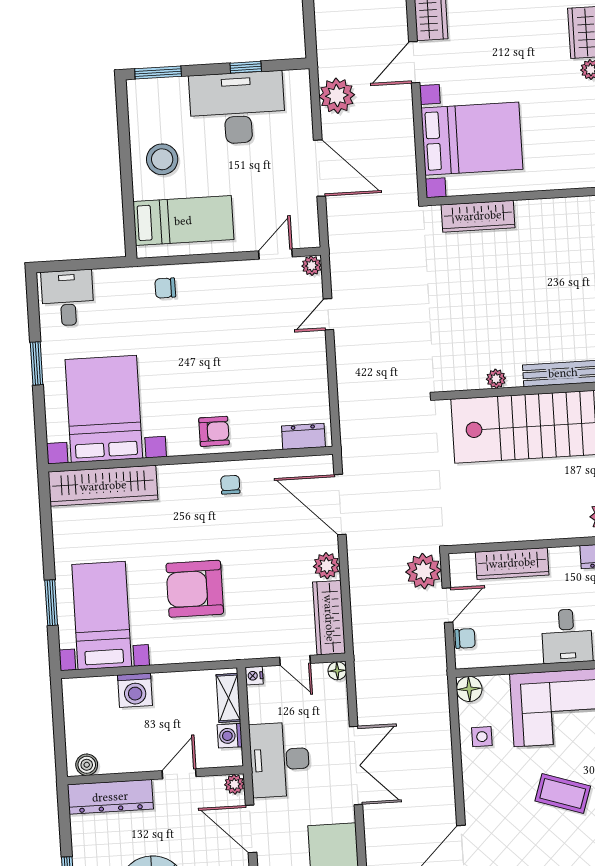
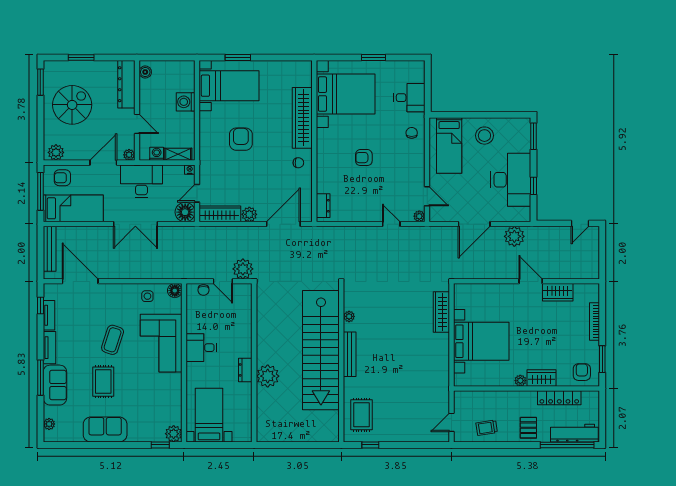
bed with nightstands: (472, 139) -> (481, 341), moved, turned -90
desk: (68, 298) -> (409, 98), moved
armchair: (214, 431) -> (364, 158), moved, turned 90
wardrobe: (103, 486) -> (302, 118), moved
wardrobe: (512, 563) -> (244, 319), removed
armchair: (195, 589) -> (241, 139), width x0.73, depth x0.73
floor lamp: (337, 671) -> (185, 212), width x1.89, depth x1.89

